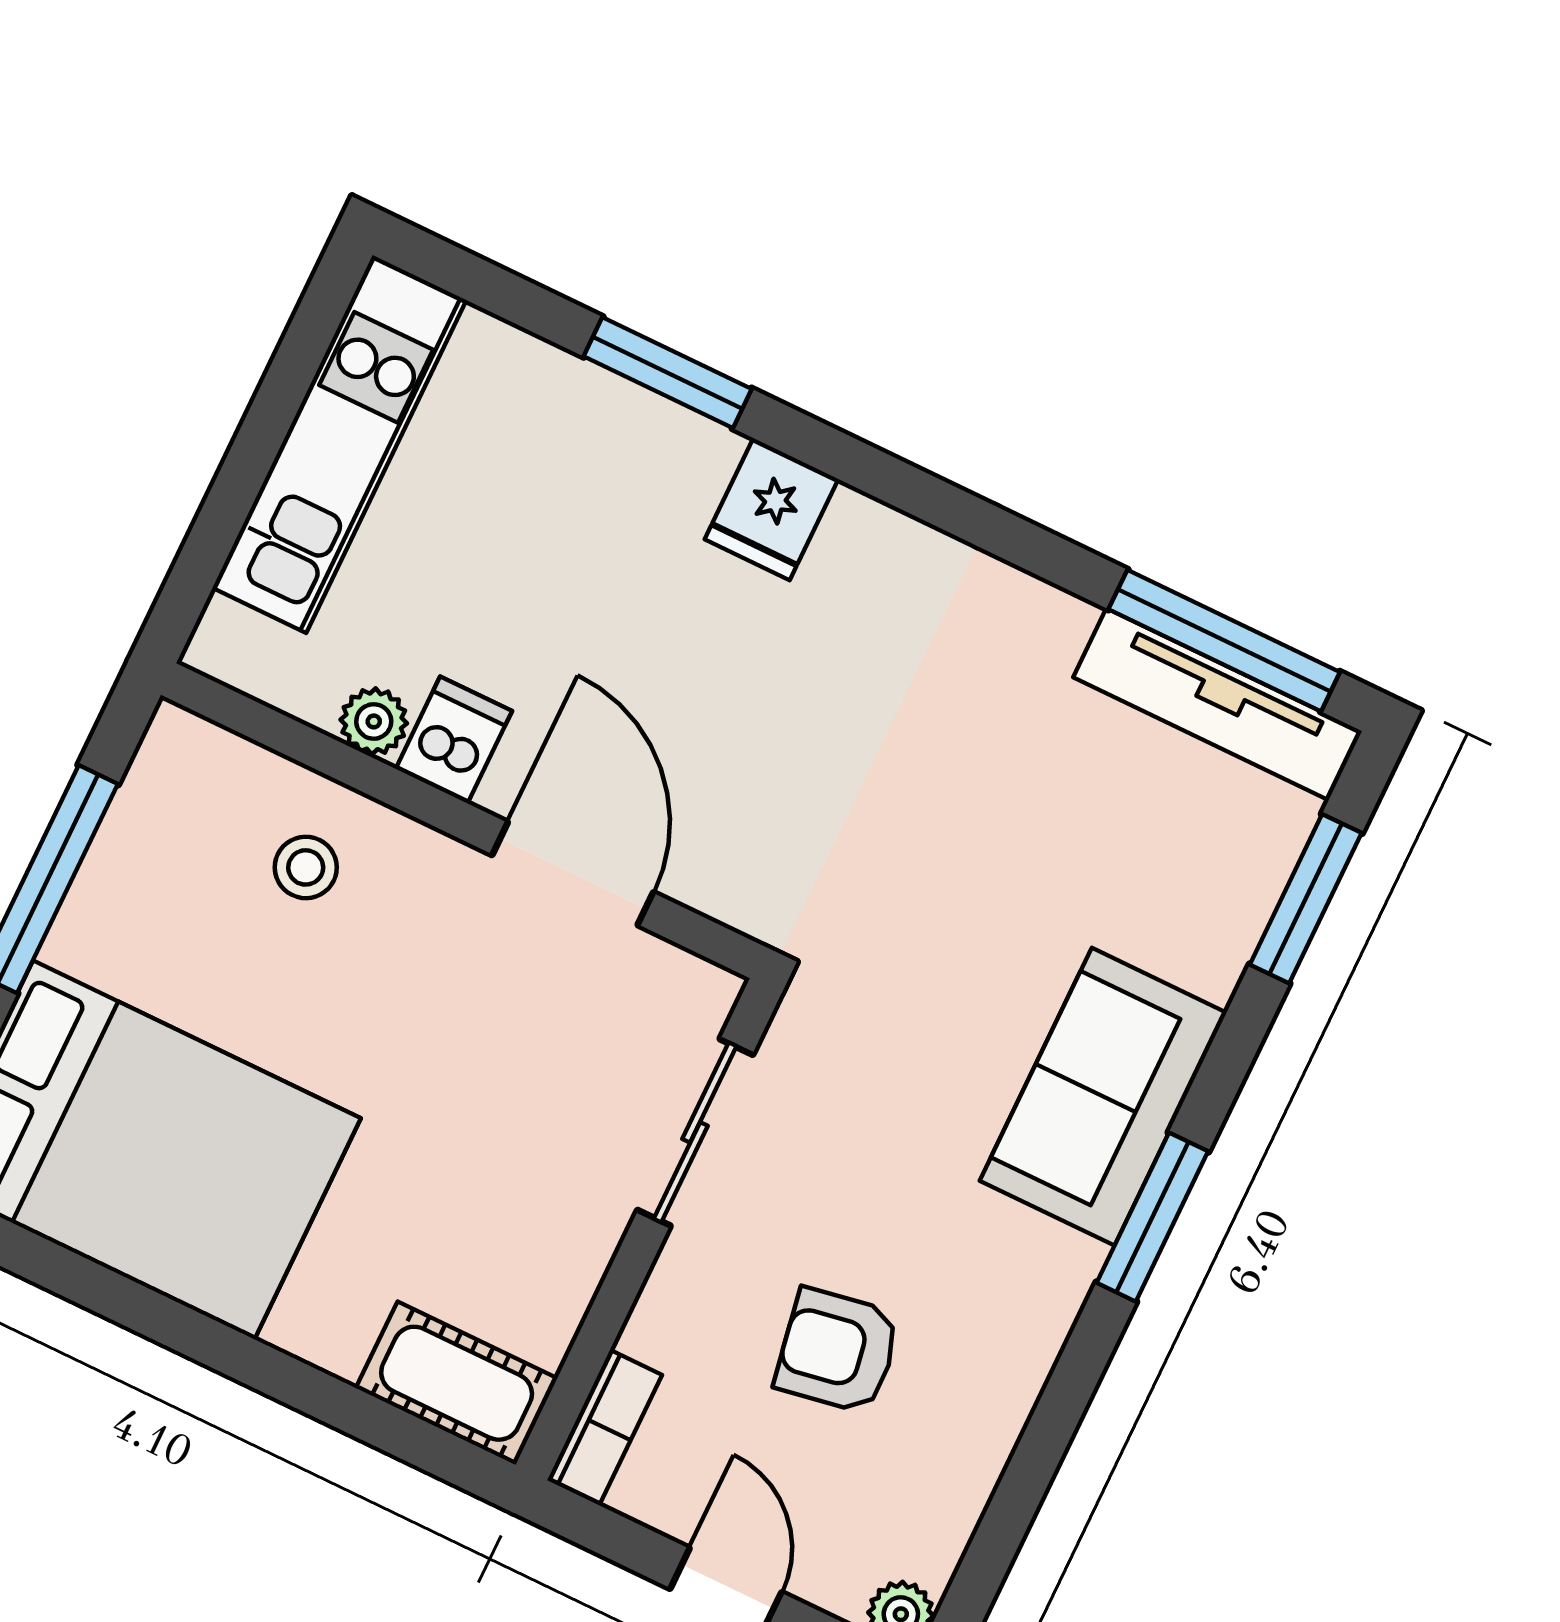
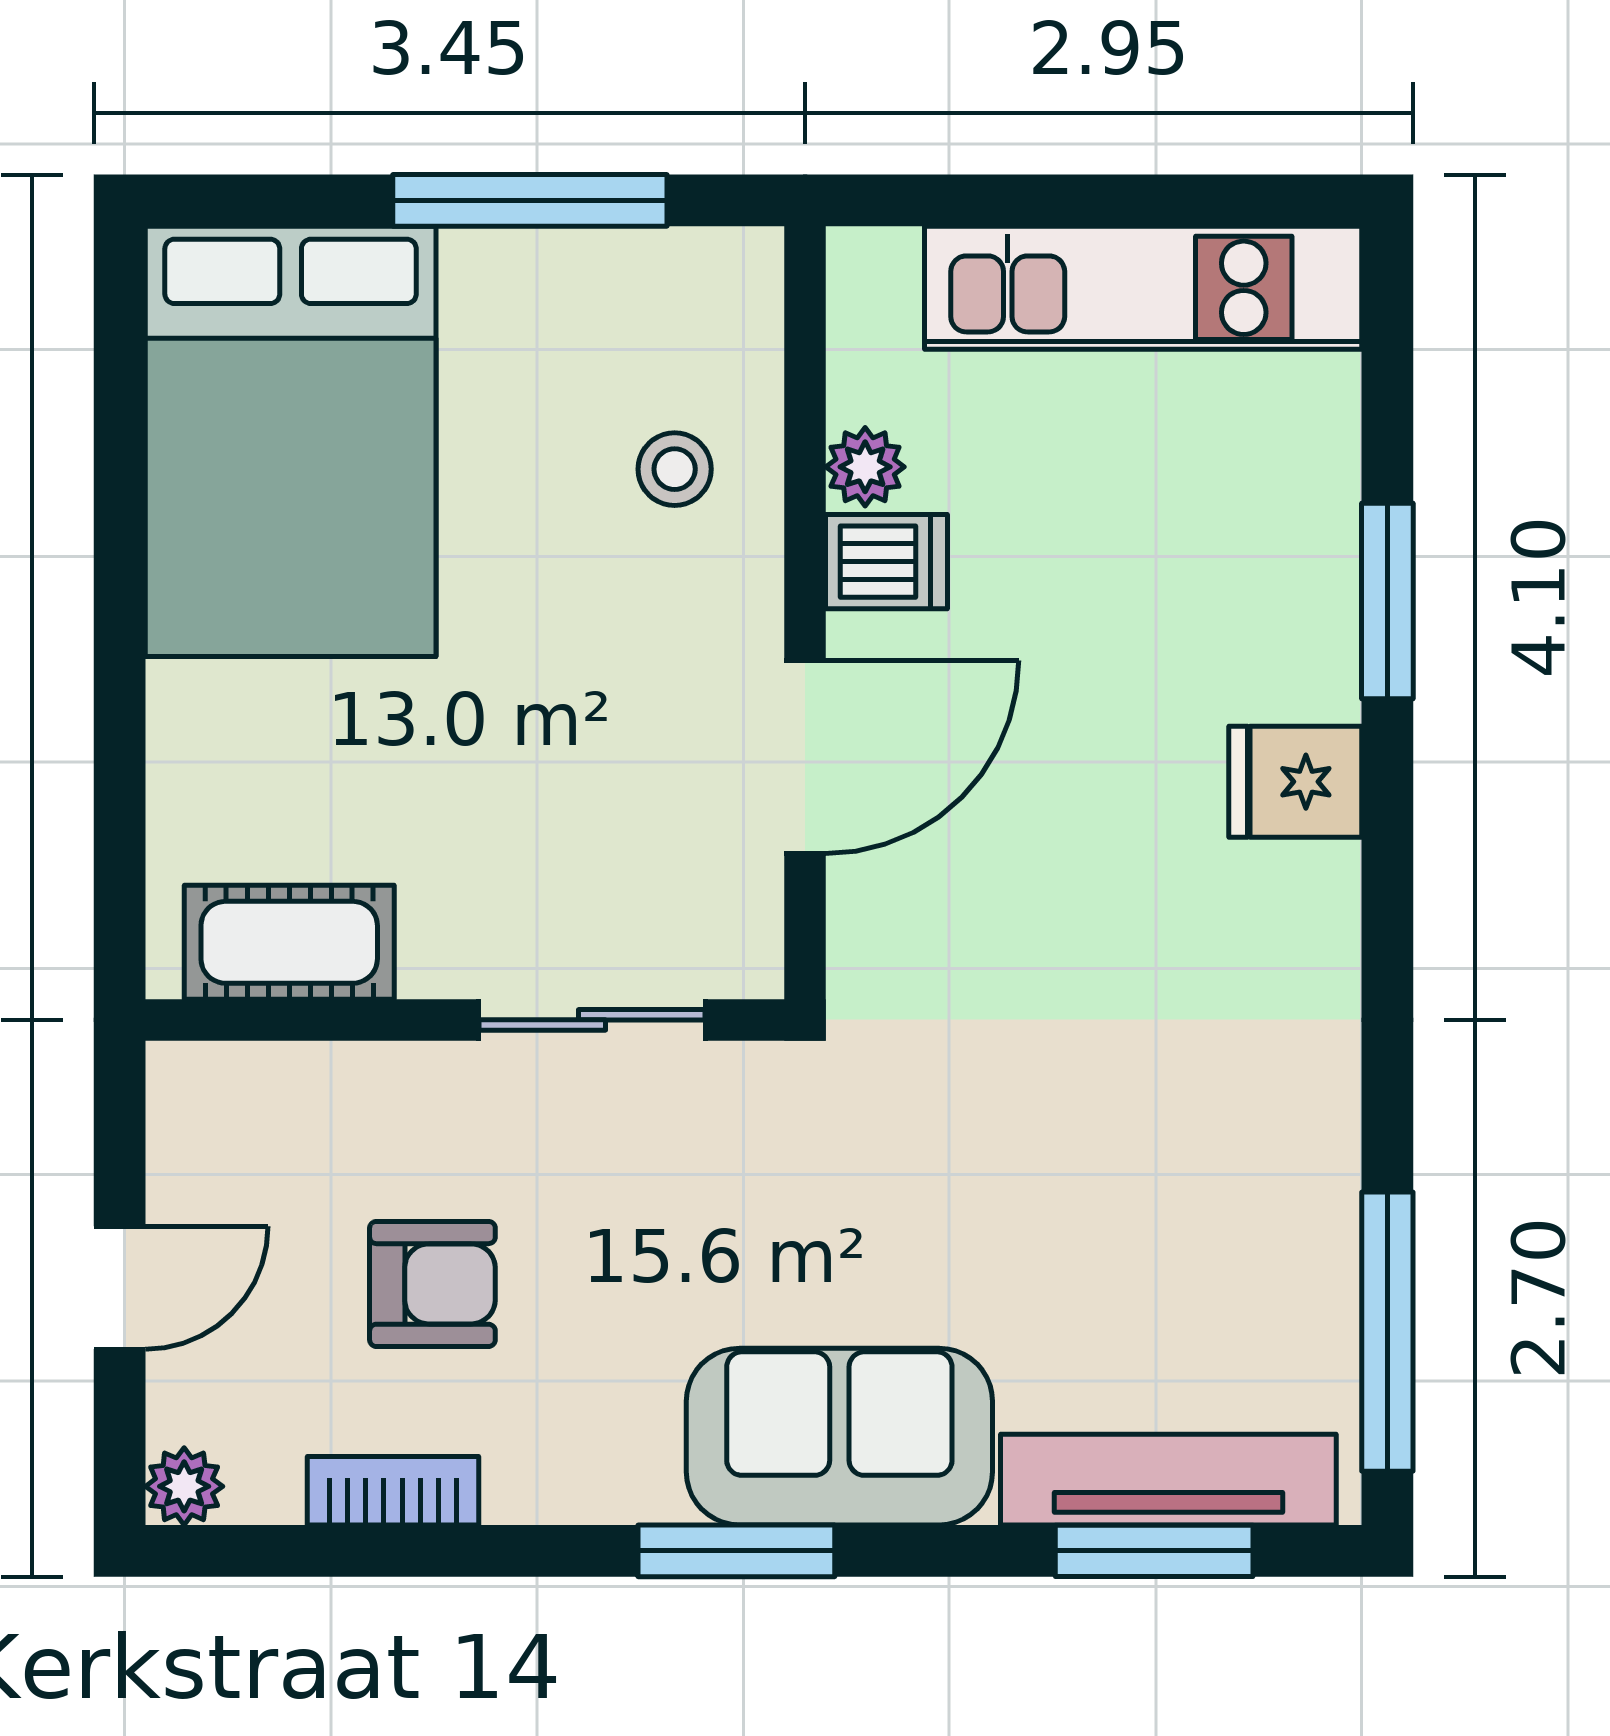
tv unit: (1218, 704) -> (1168, 1480), moved, turned 90
armchair: (838, 1351) -> (432, 1284), turned 100
cot: (457, 1383) -> (289, 942), moved, turned 90
bookcase: (604, 1428) -> (393, 1491), moved, turned 180

